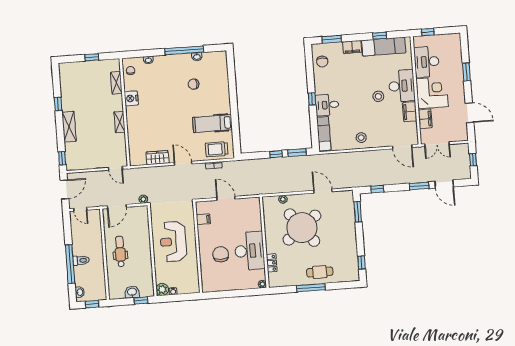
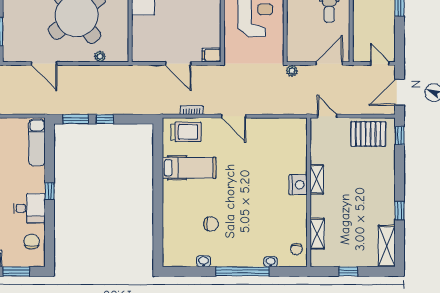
window: (184, 50) -> (243, 271), moved
nightstand: (131, 98) -> (298, 185), moved
desk: (327, 105) -> (29, 208), moved
shelving: (69, 127) -> (387, 246), moved
pallet: (85, 158) -> (368, 134), added
wardrobe: (158, 158) -> (268, 127), removed
filing cabinet: (203, 219) -> (212, 55), moved

